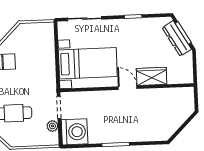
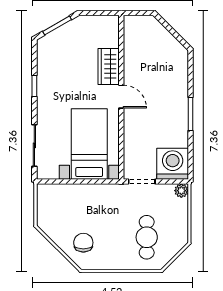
dresser: (177, 38) -> (63, 34), removed
door: (127, 88) -> (121, 97), swing flipped
plant: (52, 126) -> (181, 191), moved

